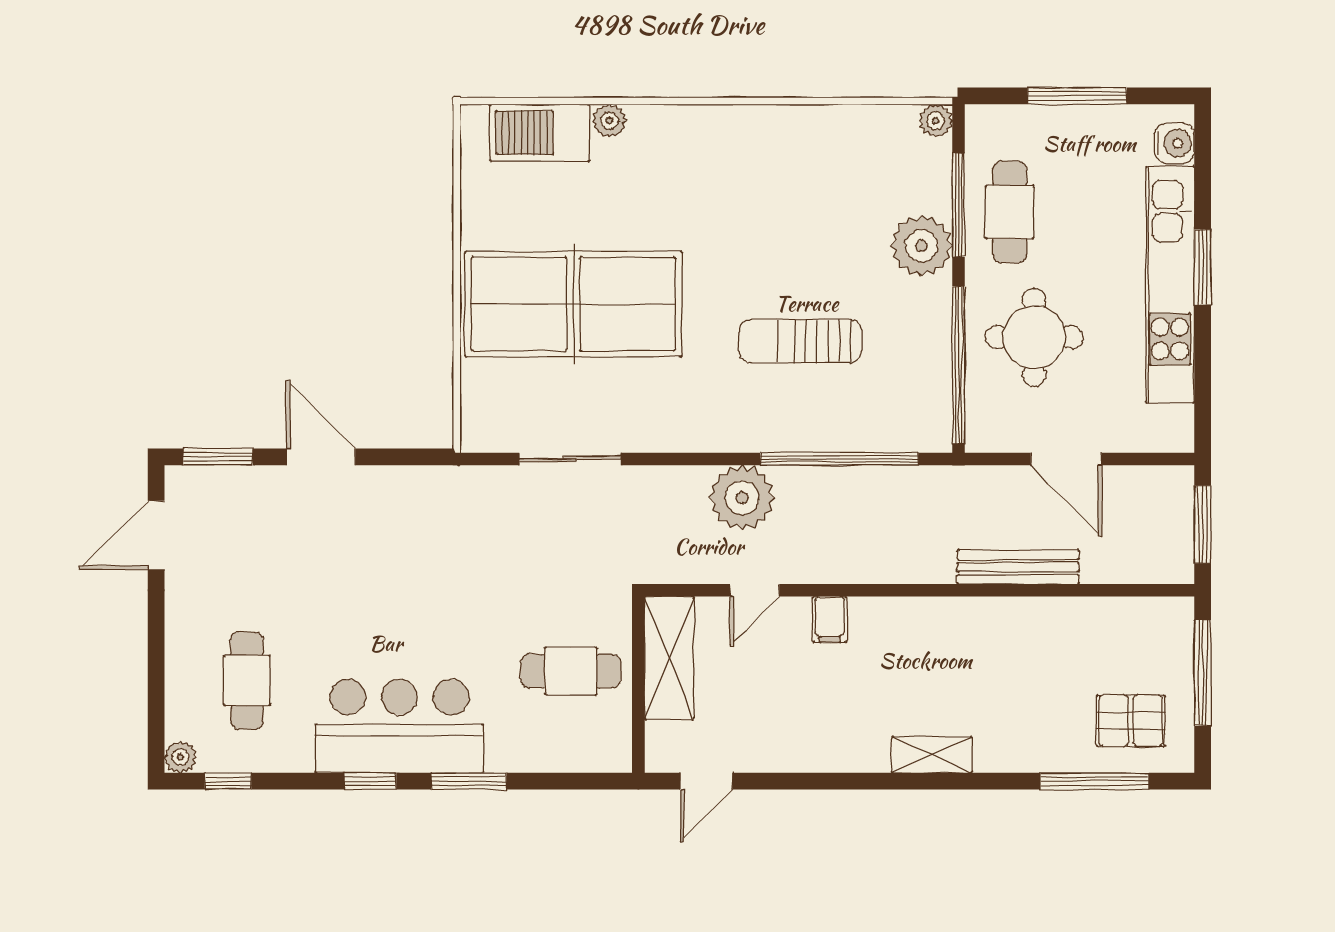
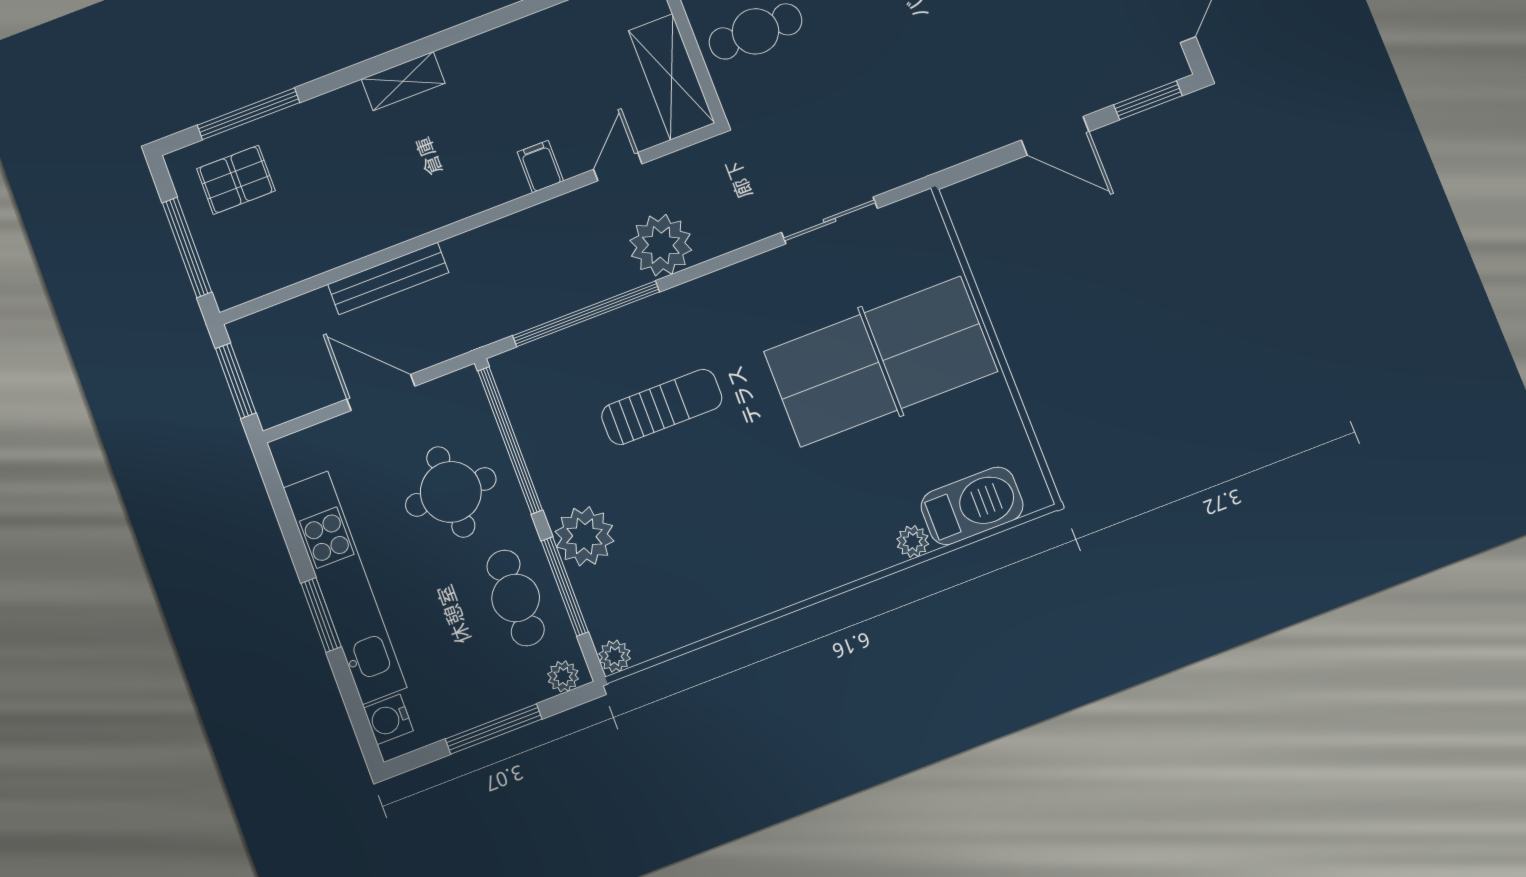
plant: (992, 120) -> (563, 676), added

